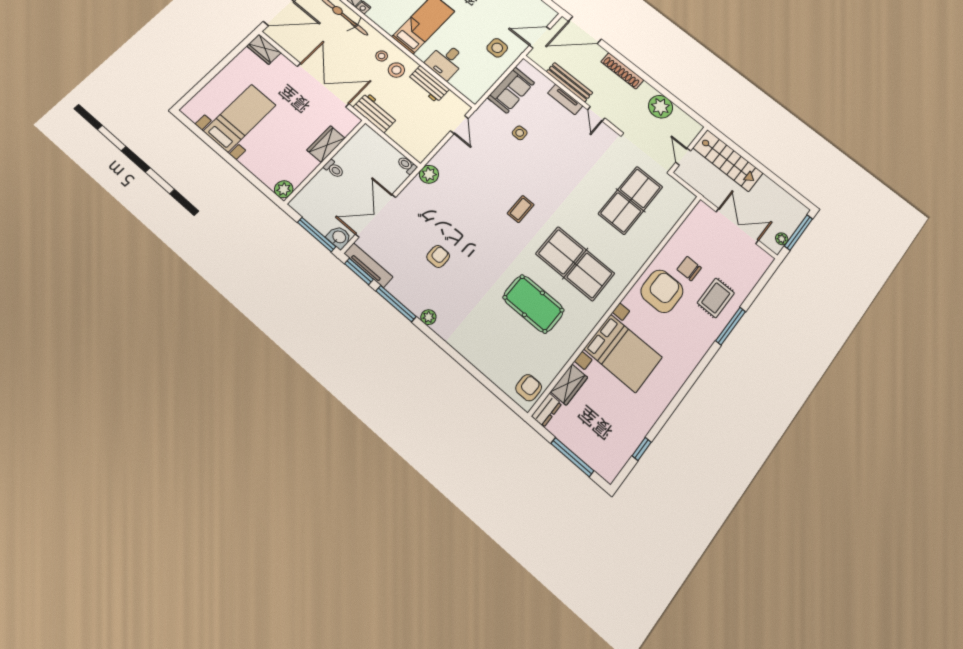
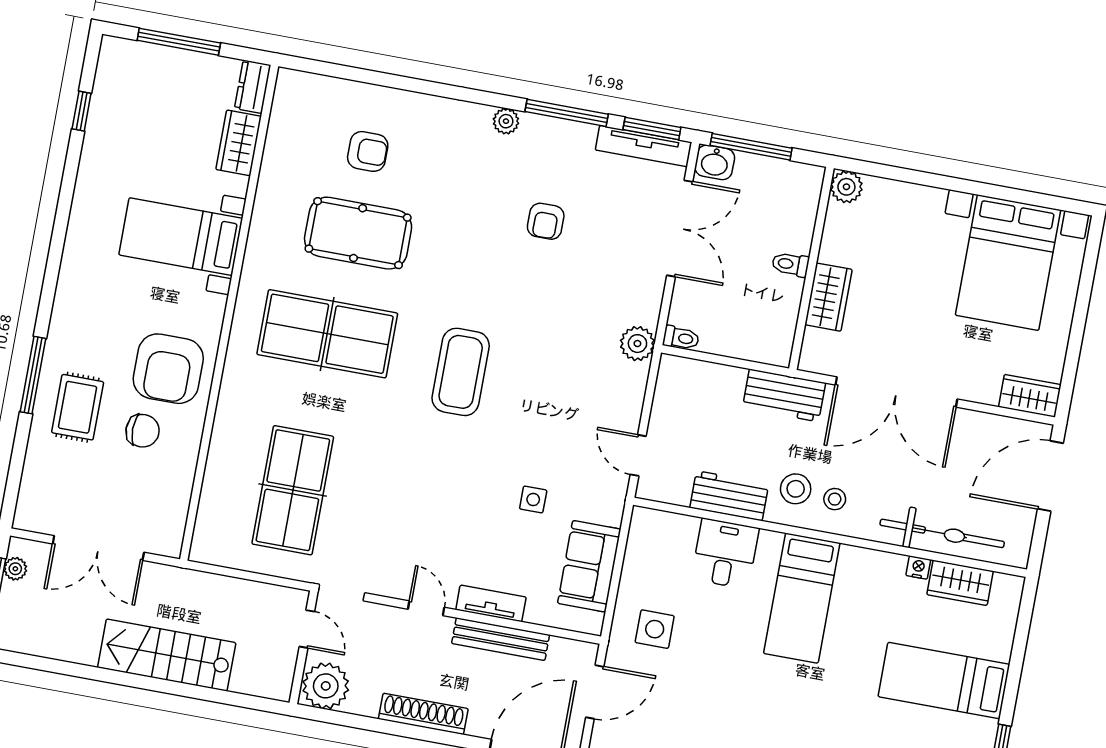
bed with nightstands: (240, 118) -> (1008, 263), width x1.36
wall: (689, 150) -> (303, 647), moved
door: (683, 157) -> (307, 629), moved
coffee table: (521, 209) -> (461, 372), width x1.86, depth x1.72
bed with nightstands: (623, 353) -> (181, 237), width x0.73
armchair: (529, 388) -> (368, 151), moved, turned -90

